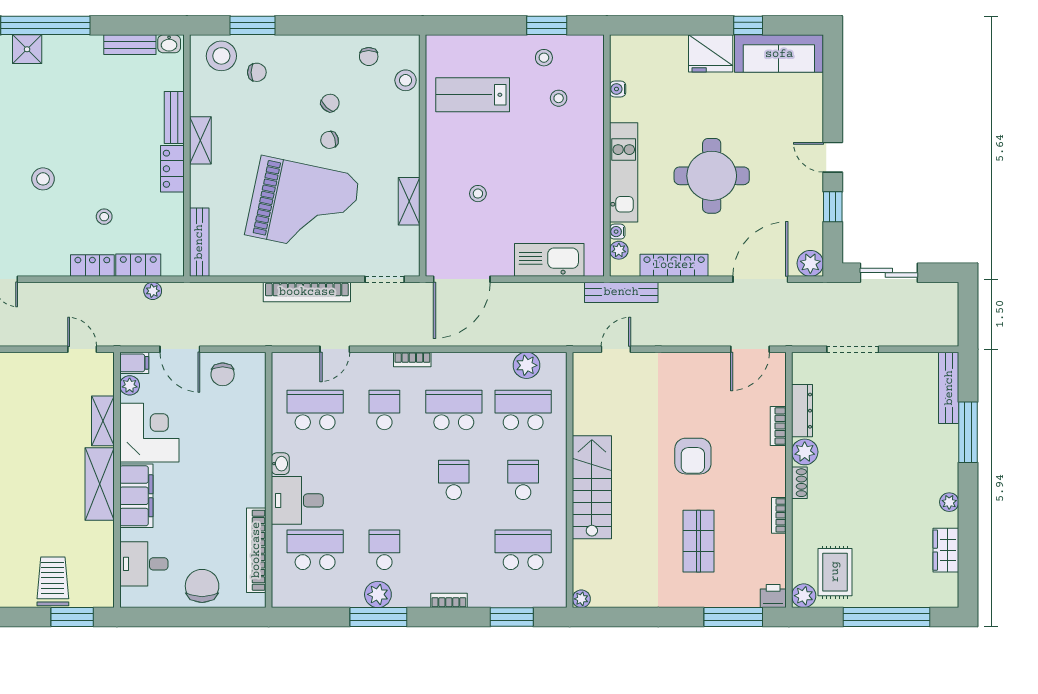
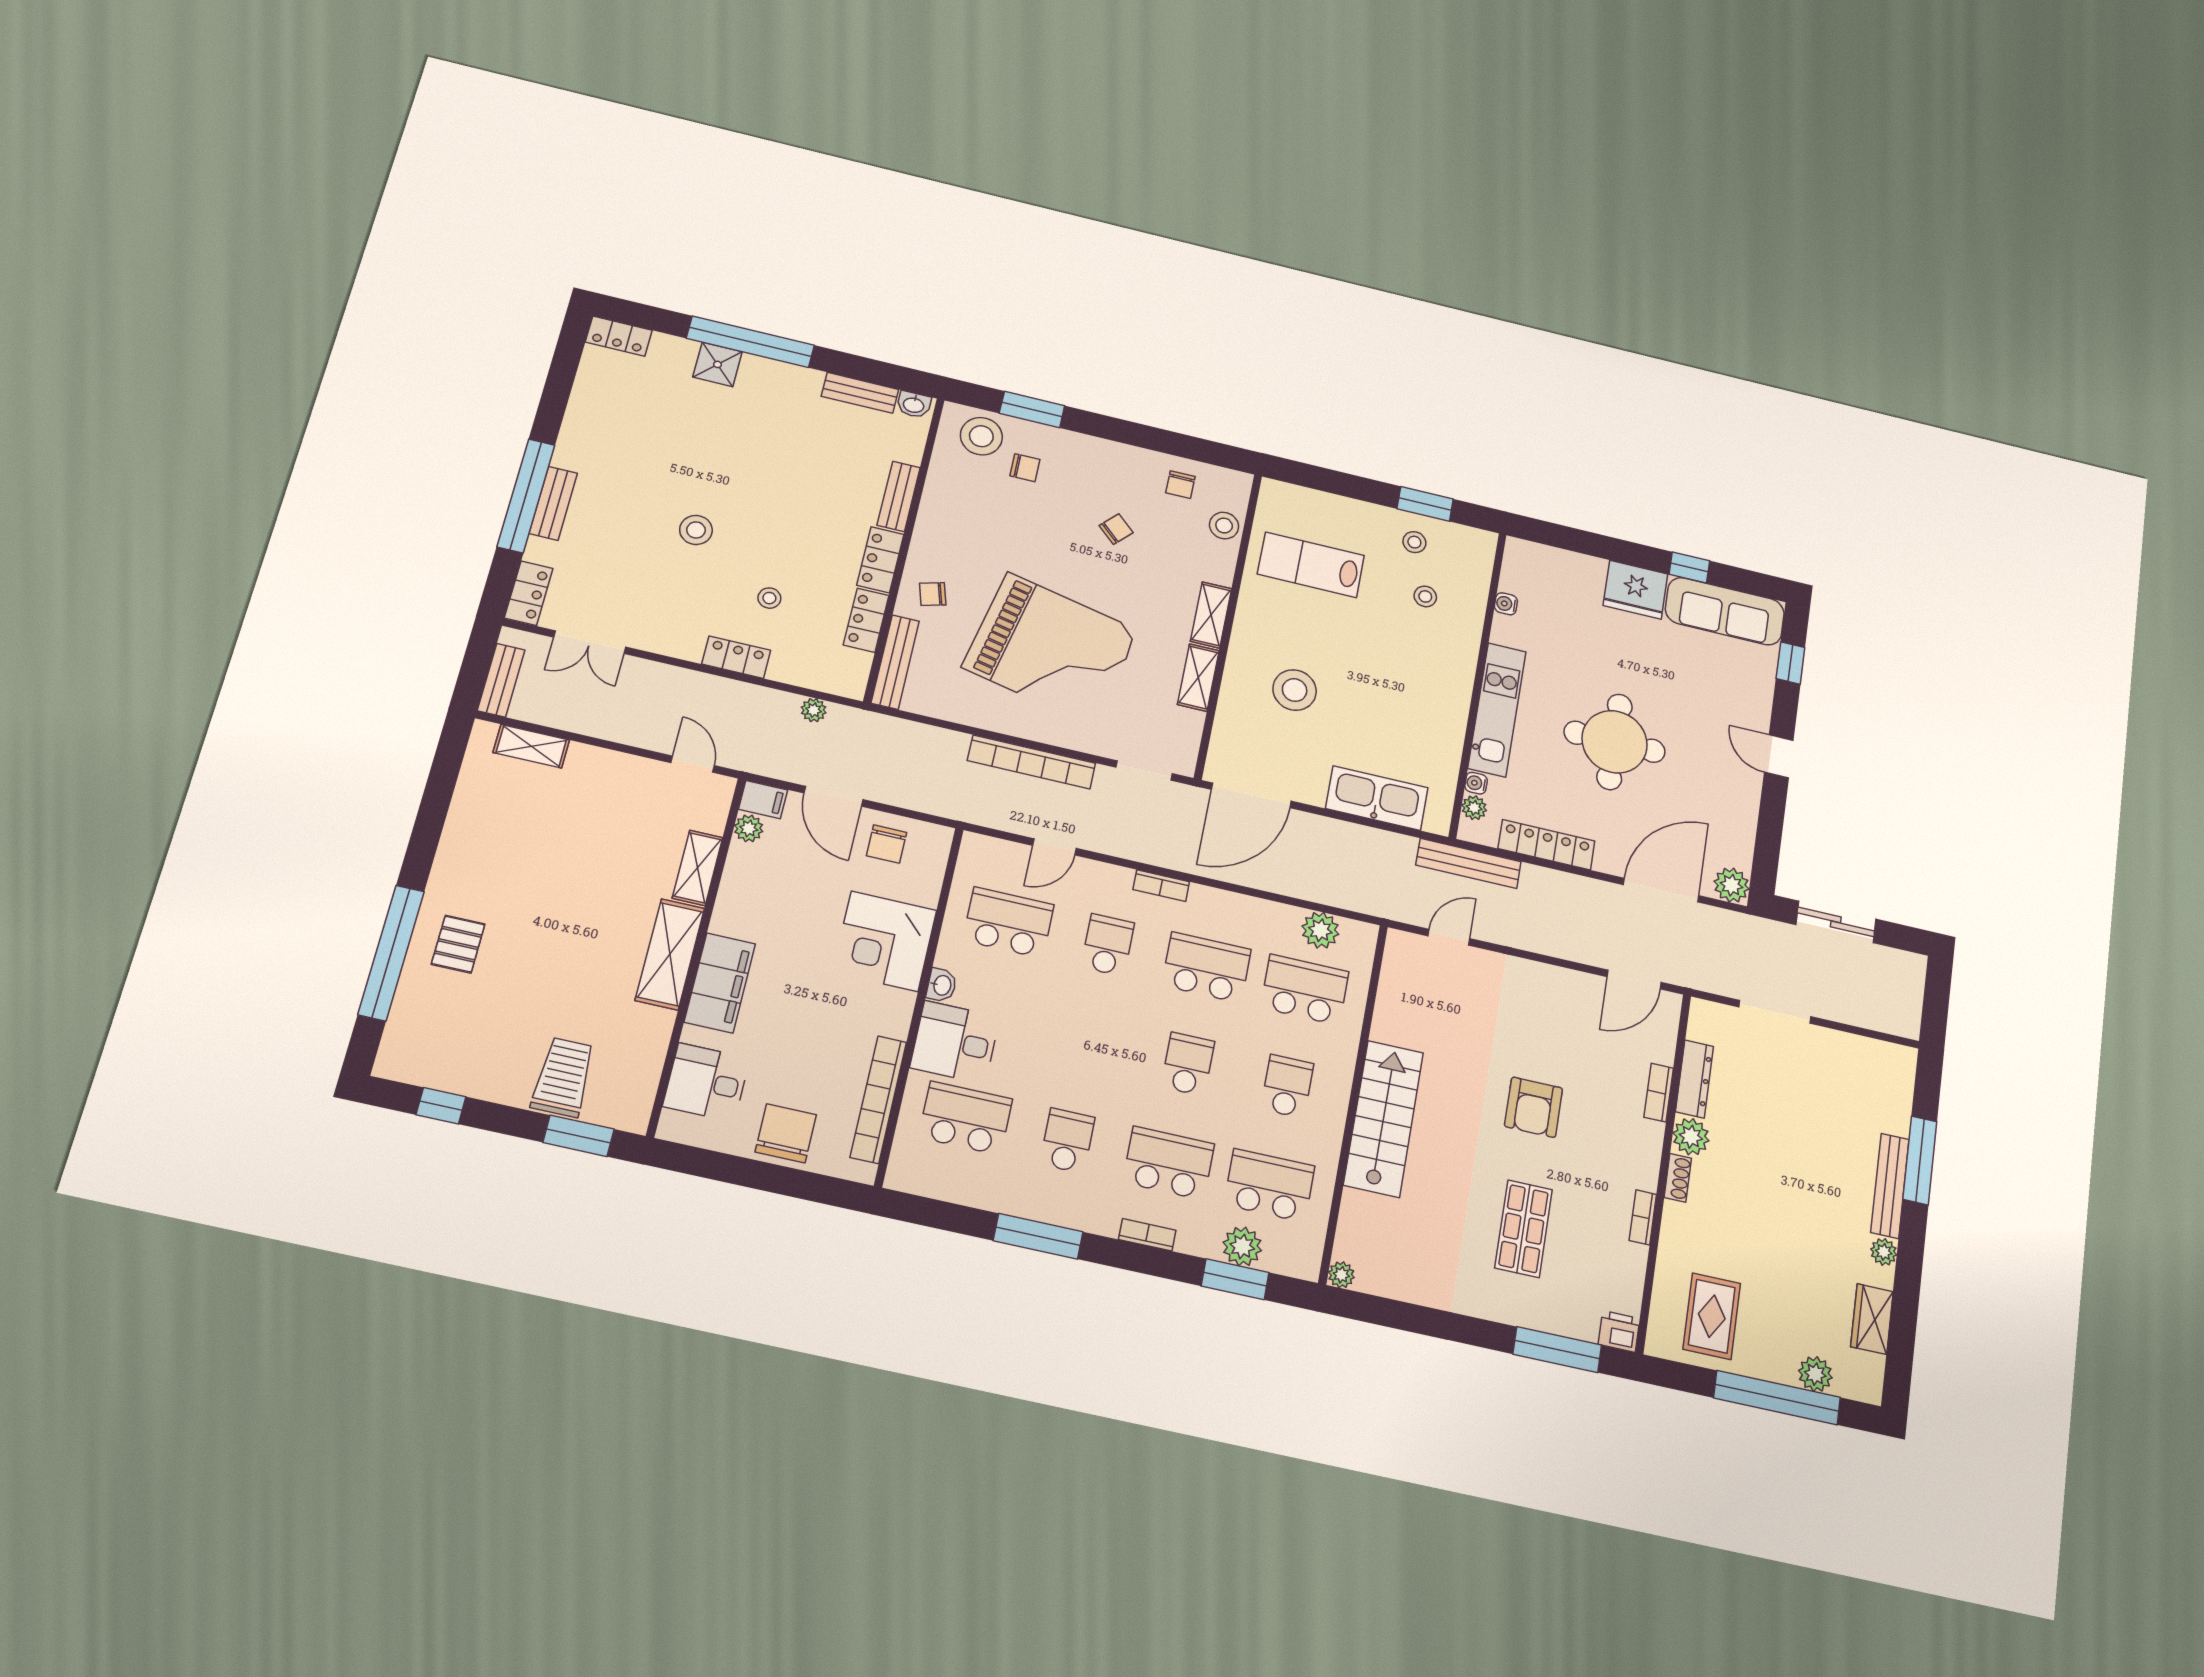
shelving: (200, 140) -> (1211, 615), moved
chair: (330, 140) -> (933, 594), moved
stool: (478, 194) -> (1295, 690), width x1.89, depth x1.89
window: (833, 207) -> (1791, 663), moved
locker: (138, 265) -> (866, 620), moved, turned -90
bench: (949, 388) -> (1890, 1186), moved
corner desk: (149, 433) -> (885, 941), moved, turned 180
school desk: (454, 550) -> (1169, 1163), added
plant: (378, 594) -> (1242, 1246), moved
plant: (804, 596) -> (1815, 1374), moved

